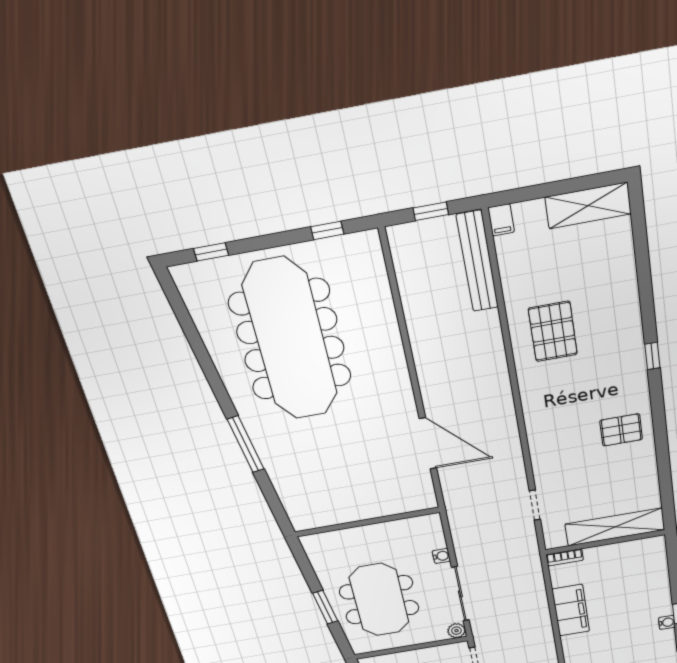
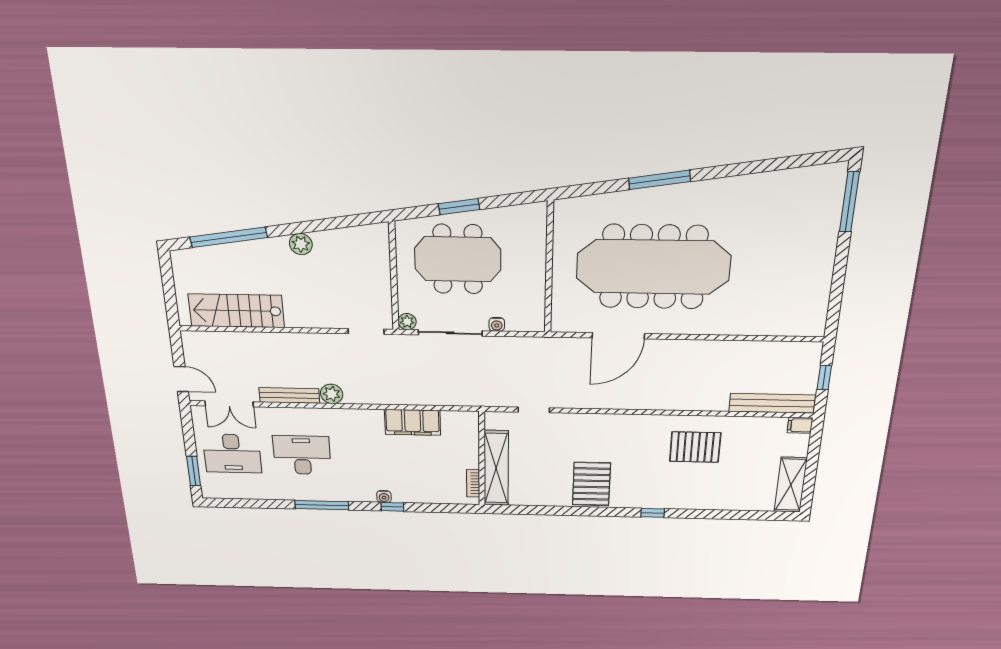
window: (327, 230) -> (836, 298), removed
window: (211, 252) -> (849, 202), width x2.17
meeting table: (291, 340) -> (653, 267), moved
pallet: (621, 430) -> (591, 484), width x1.50, depth x1.42
bookcase: (565, 557) -> (473, 483), moved

